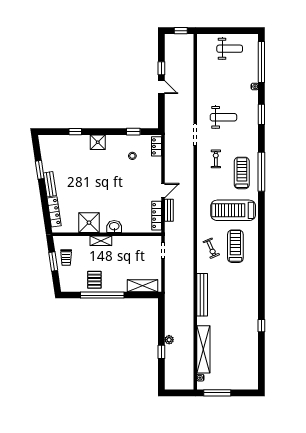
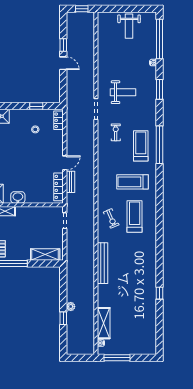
weight bench: (230, 49) -> (129, 26), turned 90
treadmill: (233, 210) -> (132, 182), width x0.73, depth x0.73
shelving: (203, 349) -> (104, 323), width x0.68

